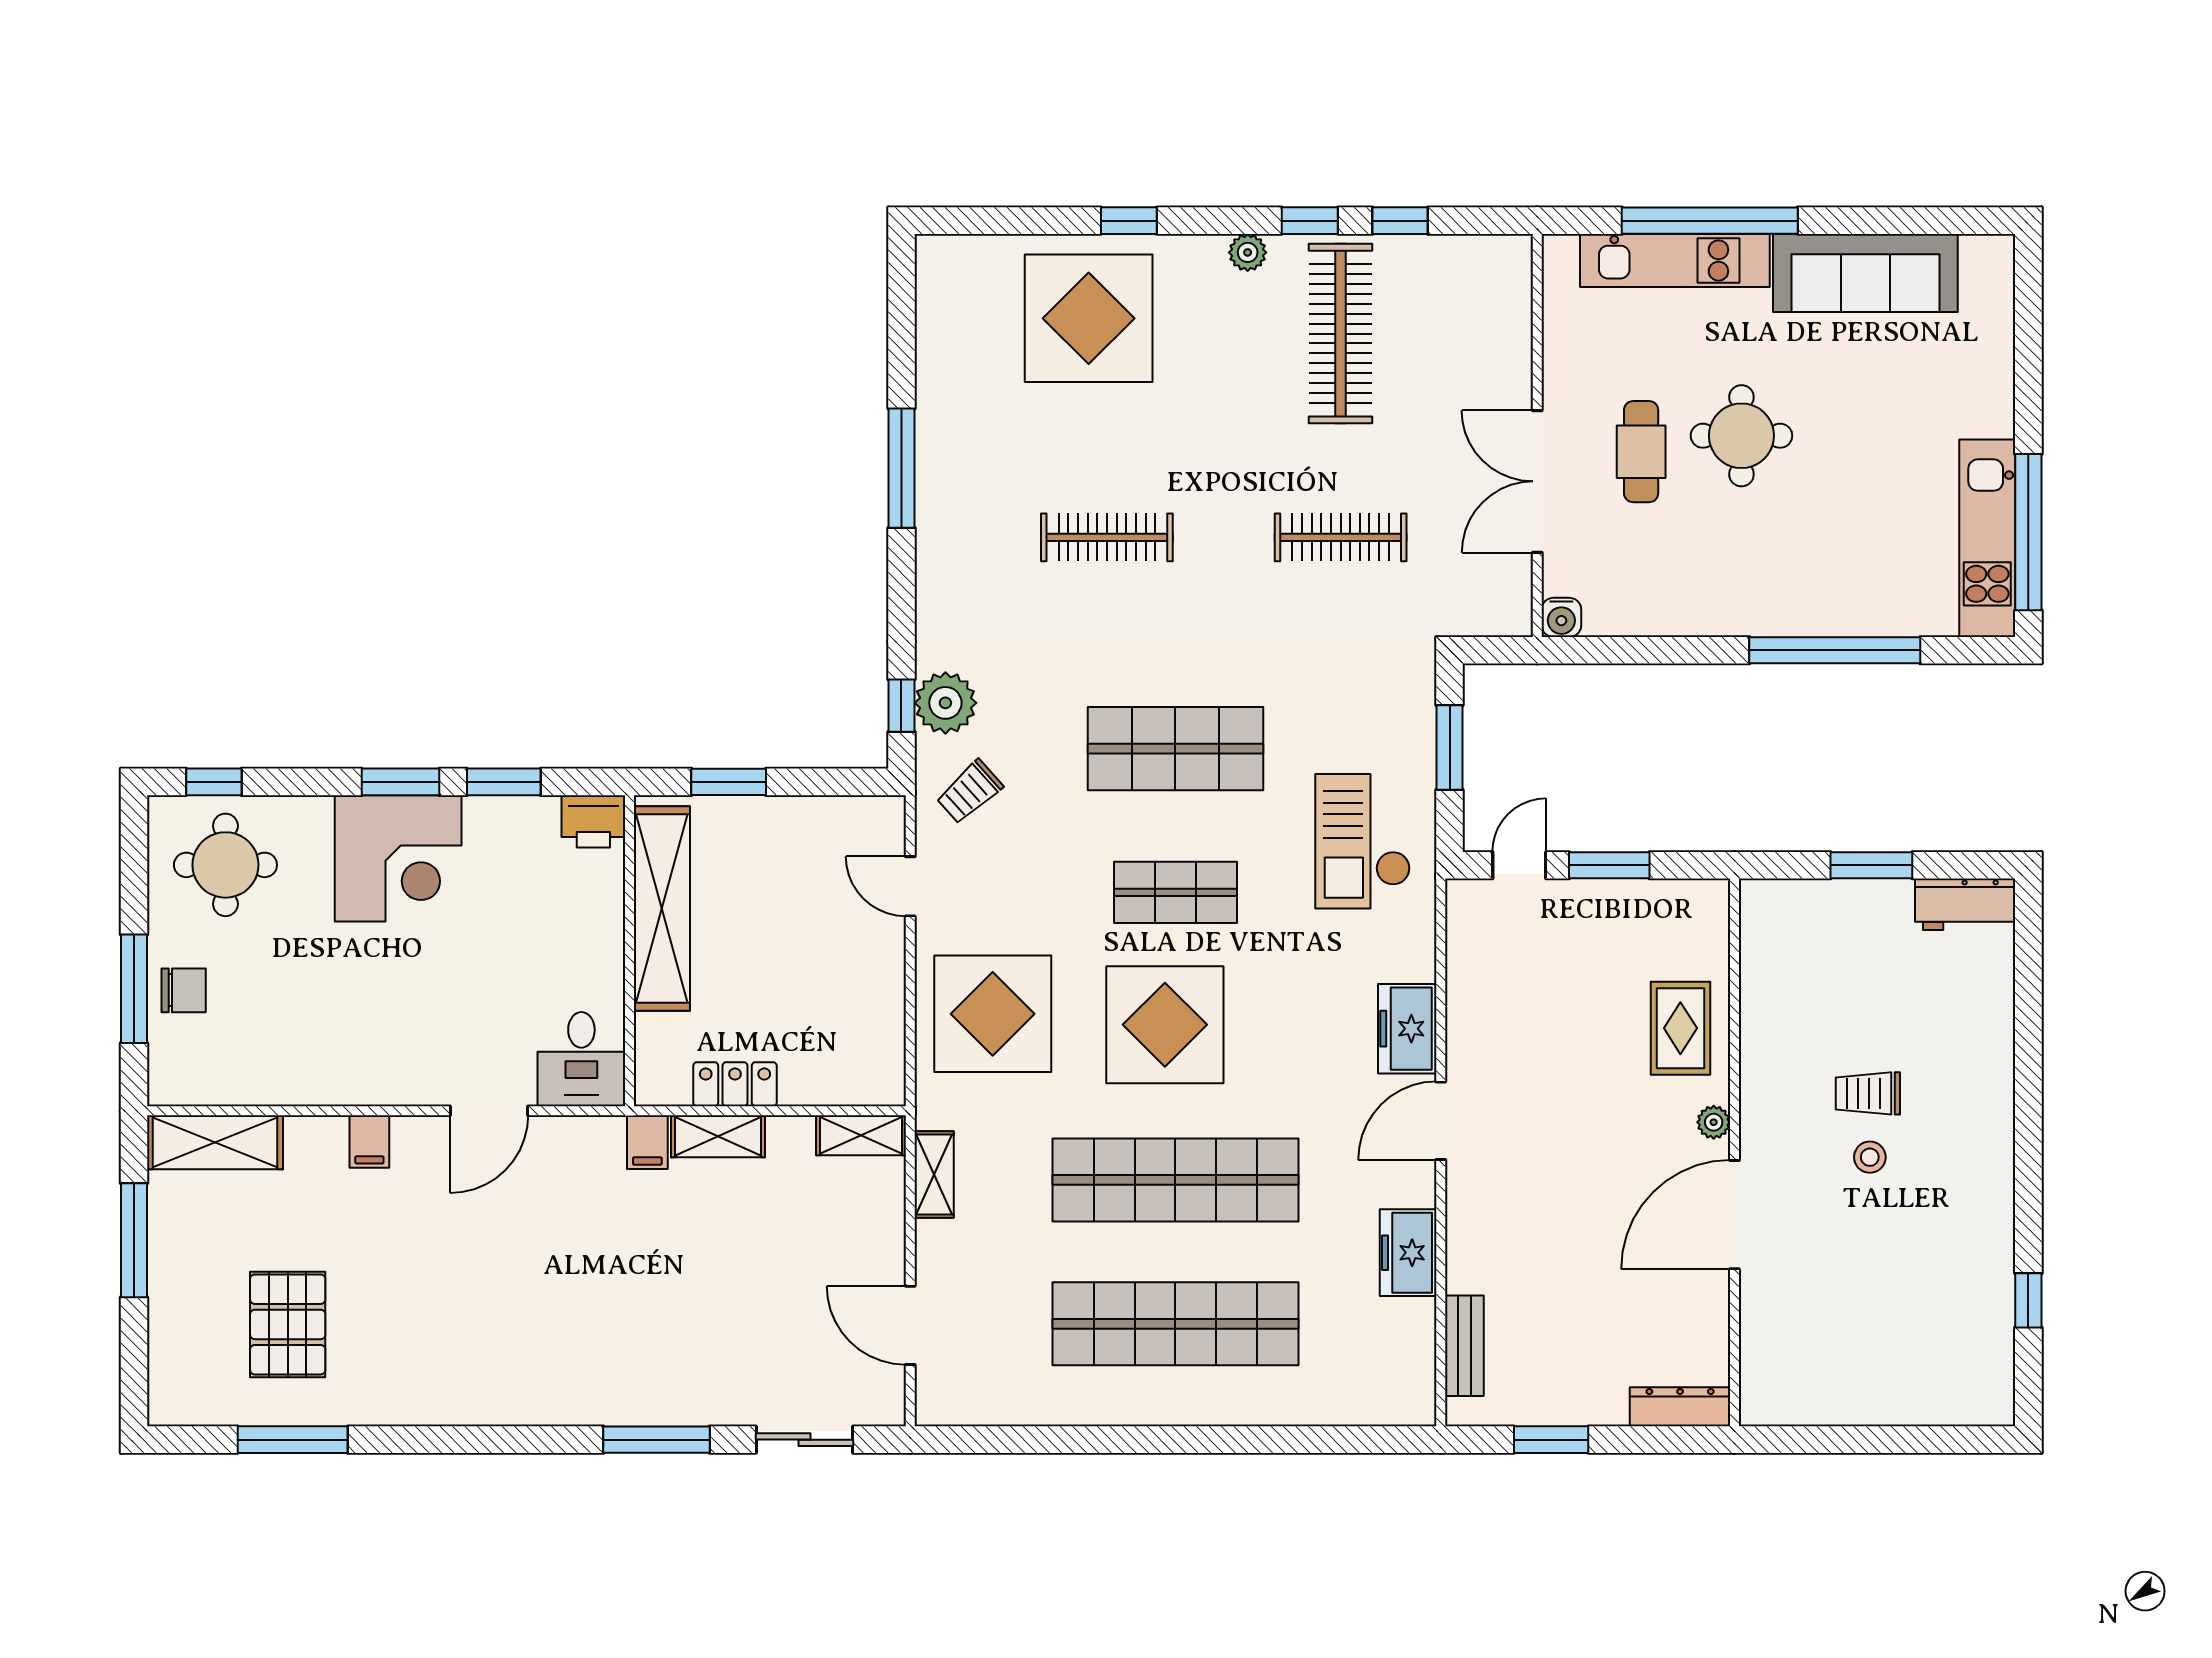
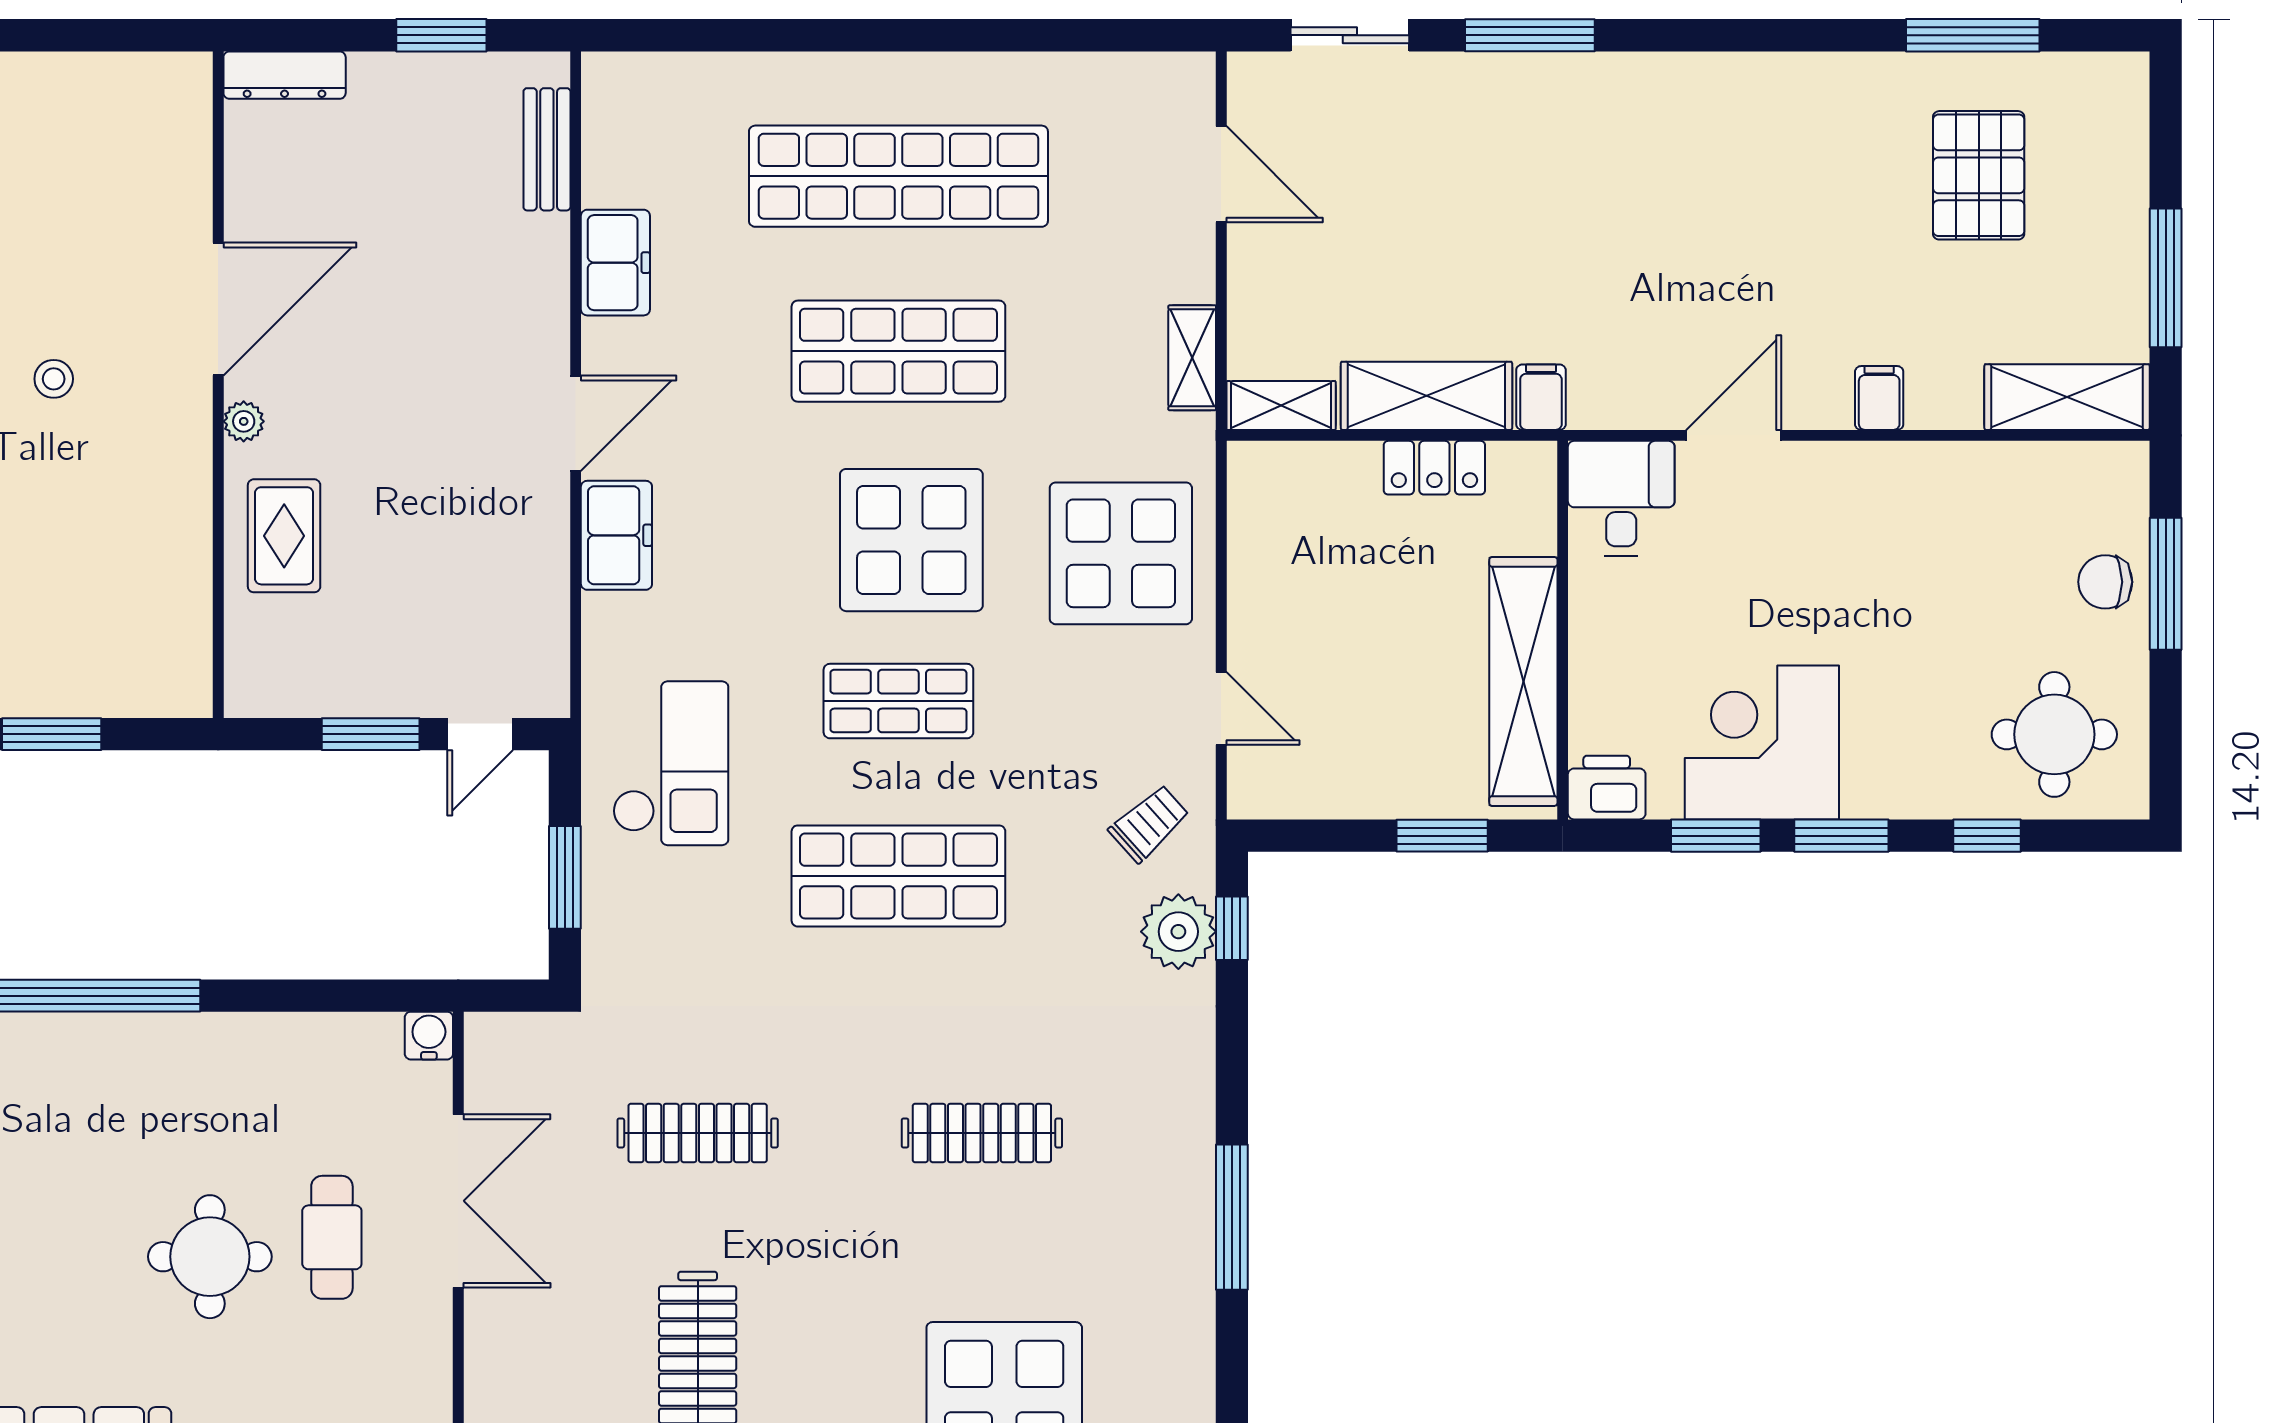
window: (214, 782) -> (1987, 836), moved
corner desk: (398, 858) -> (1762, 742), moved
trolley: (1868, 1093) -> (56, 456), removed
shelving: (718, 1136) -> (1426, 396), width x1.50, depth x1.33
shop shelf: (1175, 1180) -> (898, 351), width x0.71

